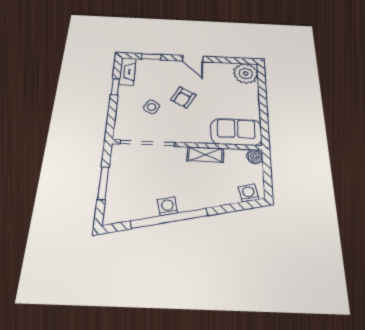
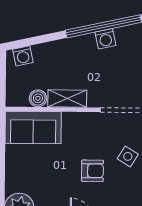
armchair: (183, 97) -> (92, 171), turned 62
boiler: (255, 157) -> (38, 98), moved

